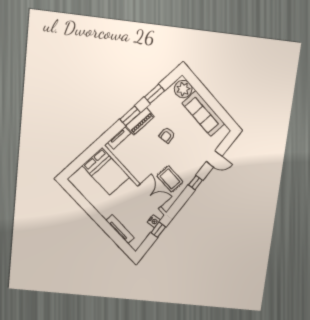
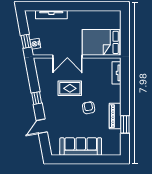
plant: (183, 89) -> (110, 147), removed
window: (130, 116) -> (125, 94), removed
piano: (140, 121) -> (115, 116), moved
rug: (170, 179) -> (70, 88), moved
double door: (149, 196) -> (67, 57), moved

